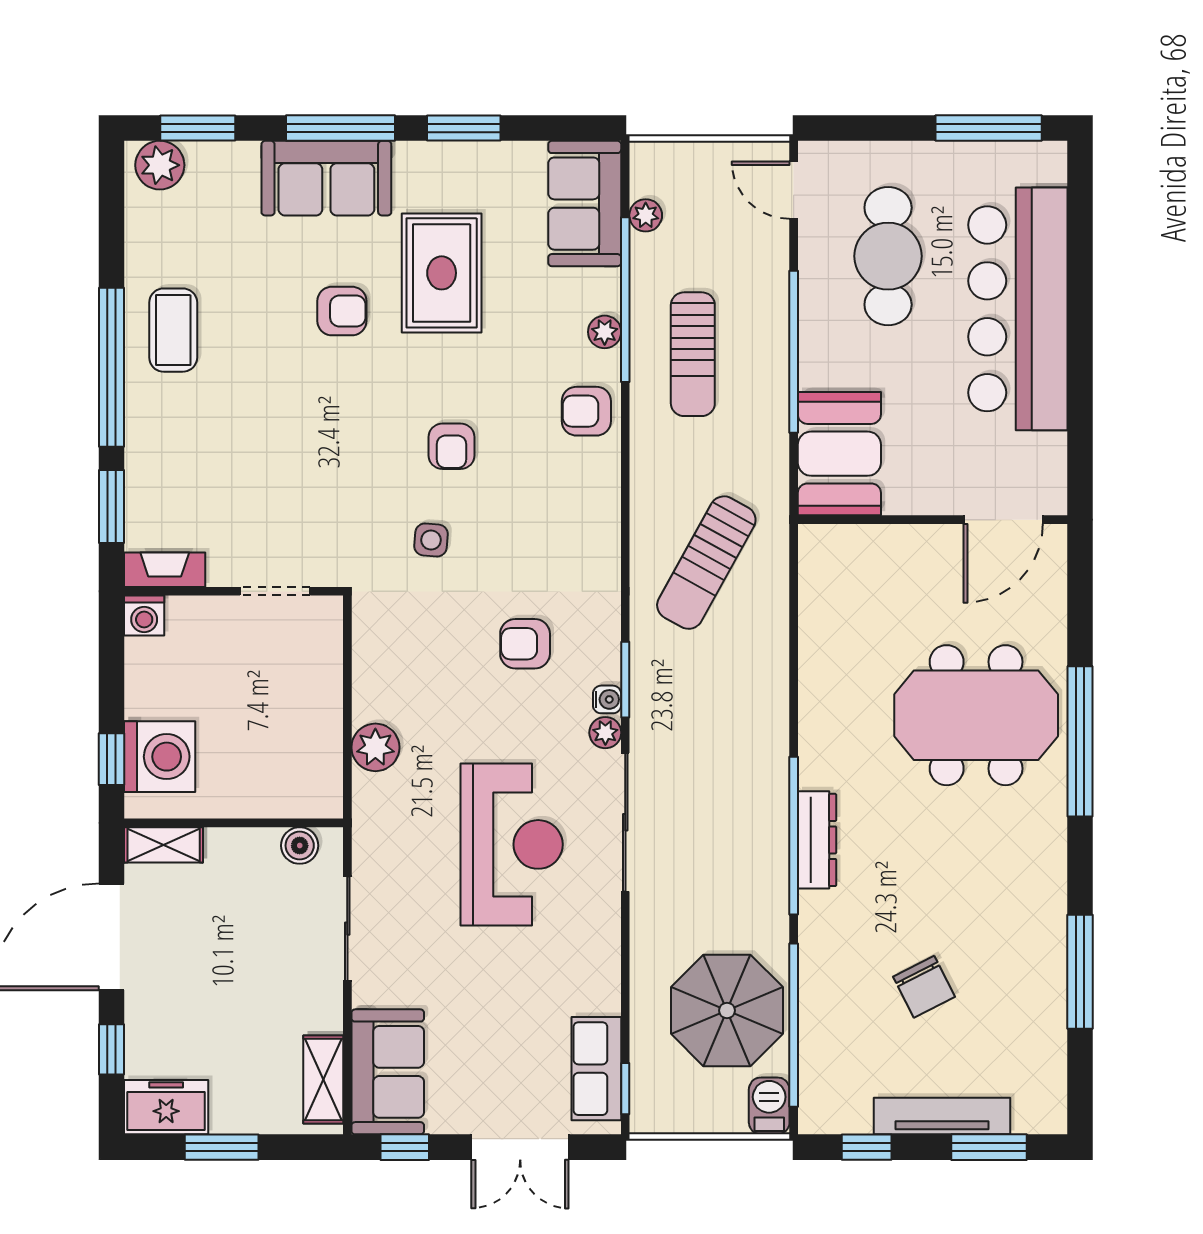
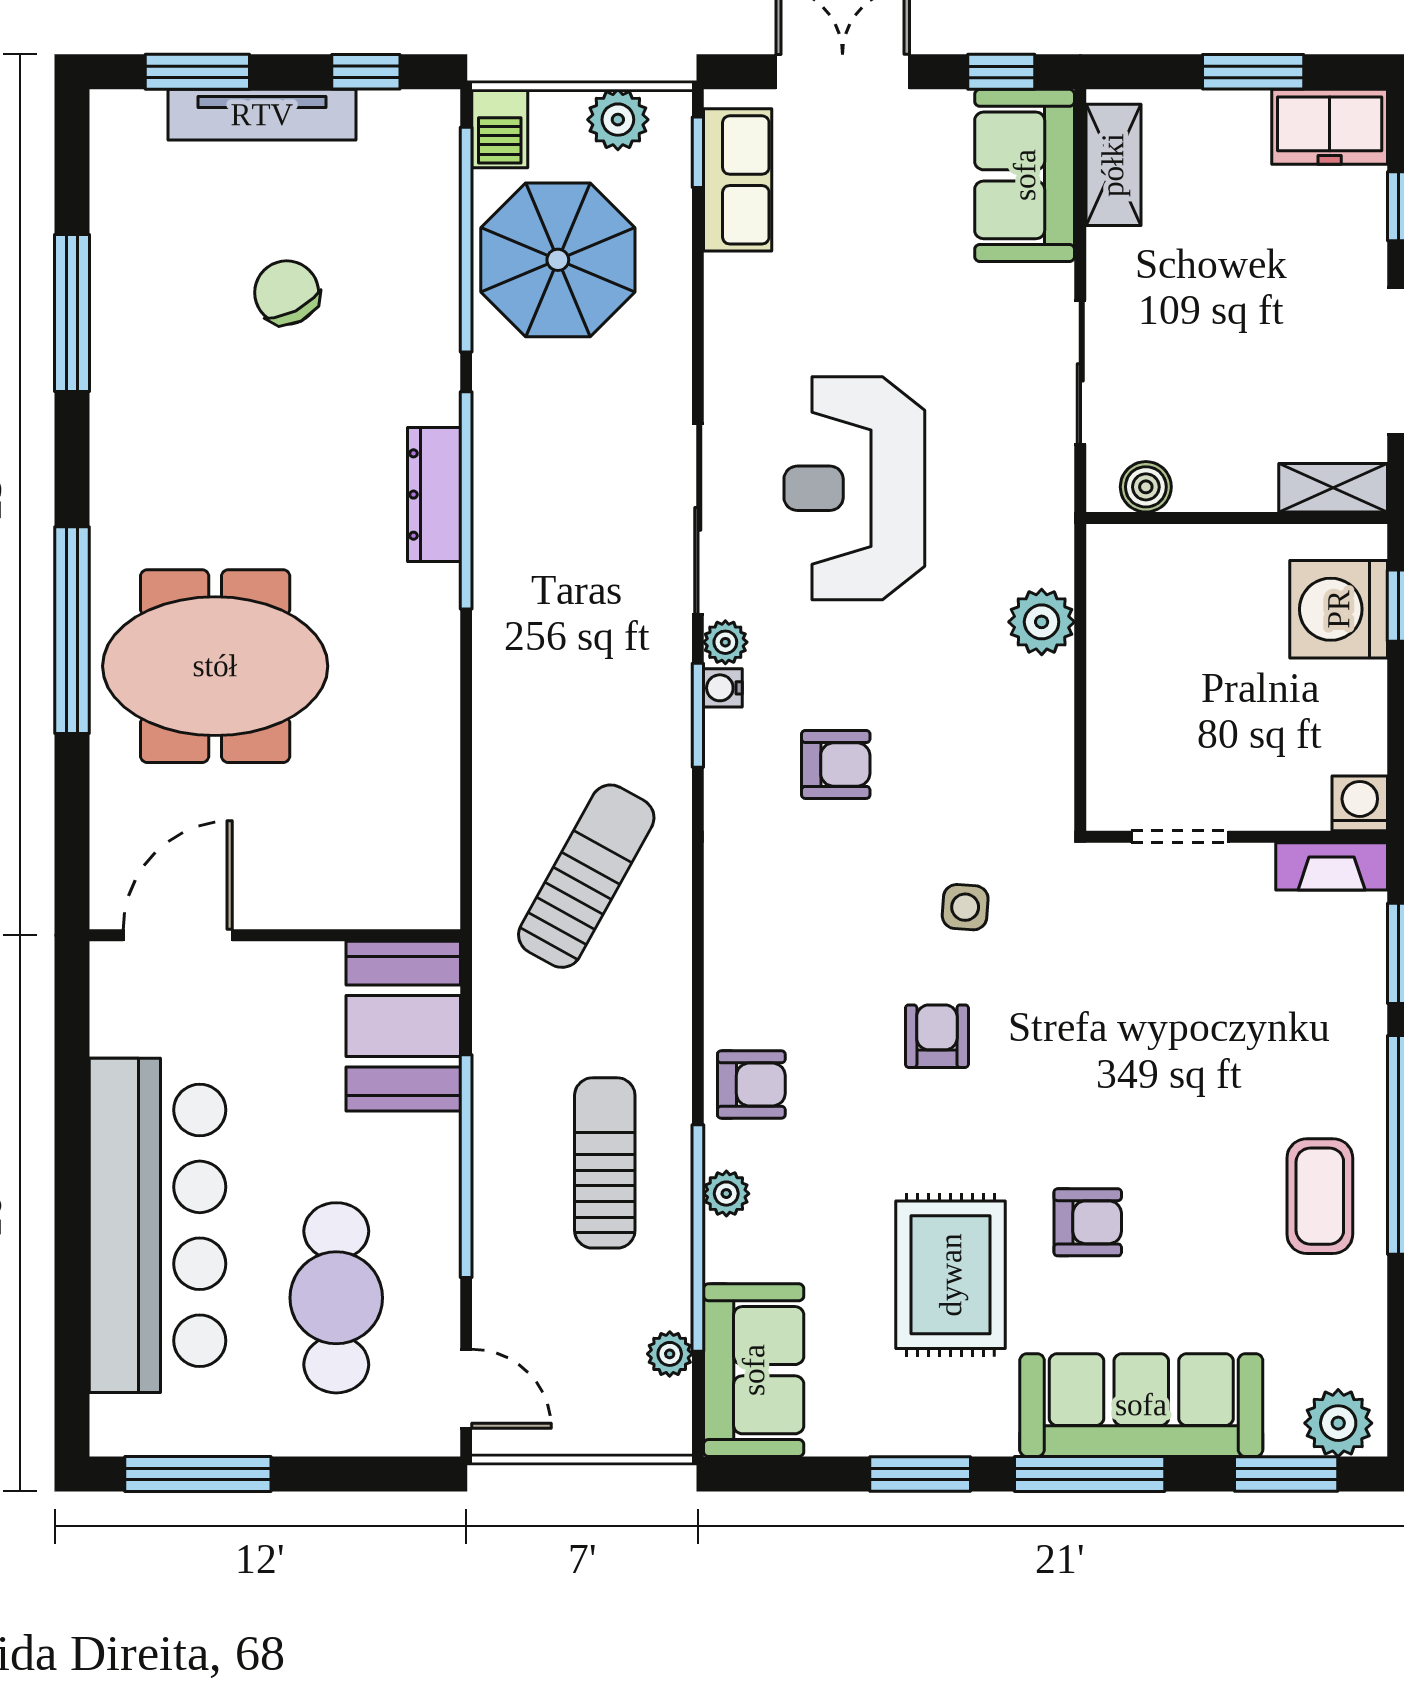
sofa: (326, 178) -> (1141, 1405), width x1.36
armchair: (342, 311) -> (1088, 1222), turned 180
plant: (683, 1112) -> (618, 120), added

